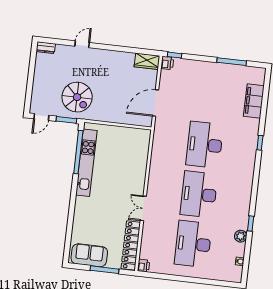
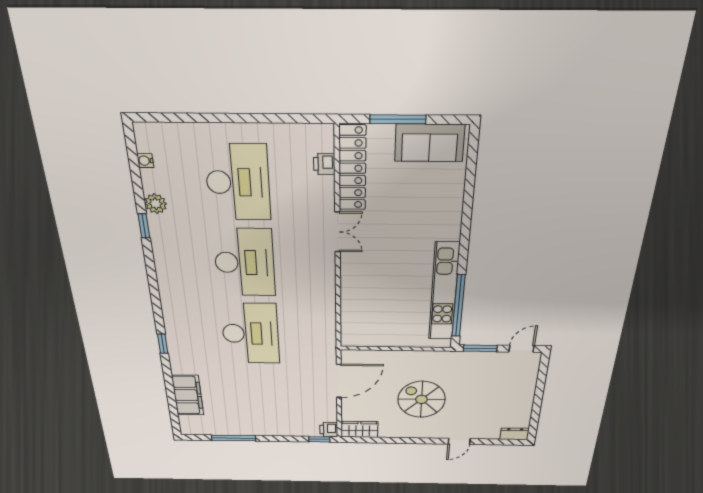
spiral stairs: (77, 97) -> (422, 399), moved
printer: (143, 266) -> (324, 164), moved

